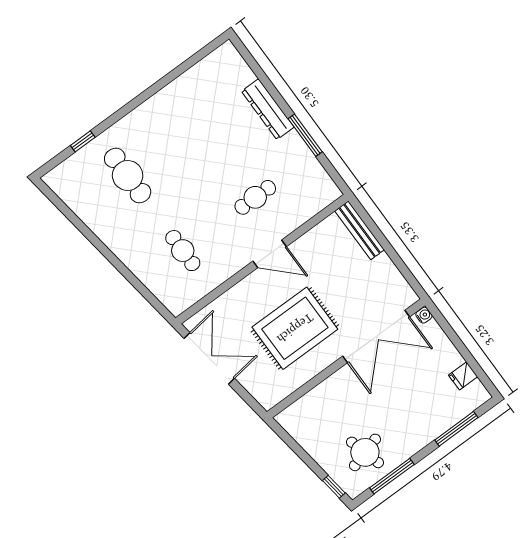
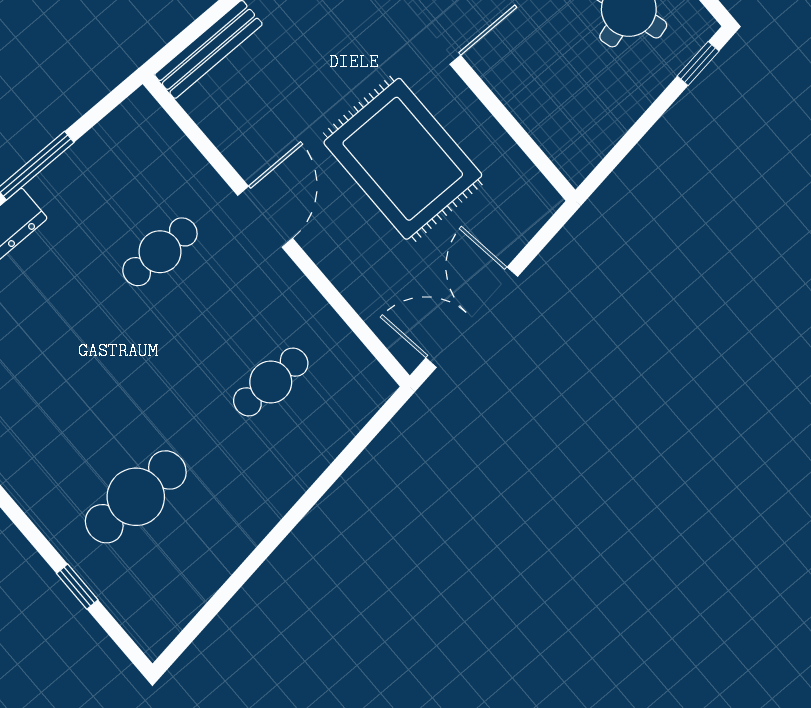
cafe table: (255, 197) -> (160, 252), turned 90

